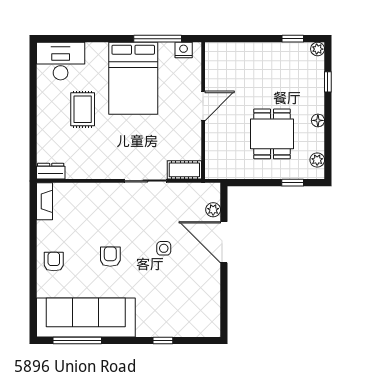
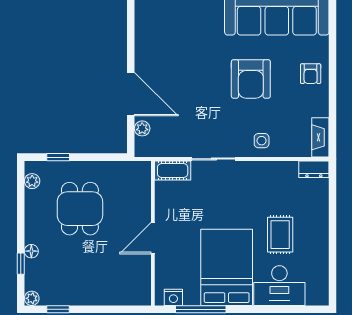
desk: (61, 61) -> (279, 286), moved
floor lamp: (318, 120) -> (31, 251), moved
side table: (164, 248) -> (262, 141), moved
armchair: (110, 257) -> (251, 79), width x1.88, depth x1.88

